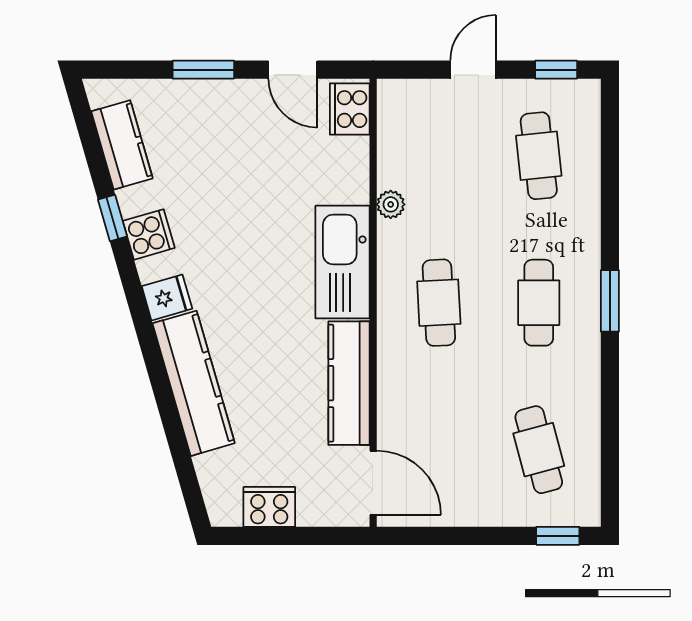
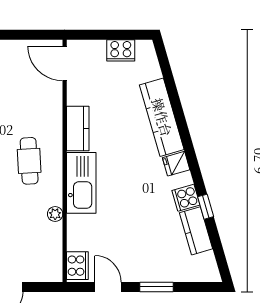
kitchen counter: (122, 145) -> (196, 231), moved
kitchen counter: (349, 383) -> (78, 128), width x0.67

